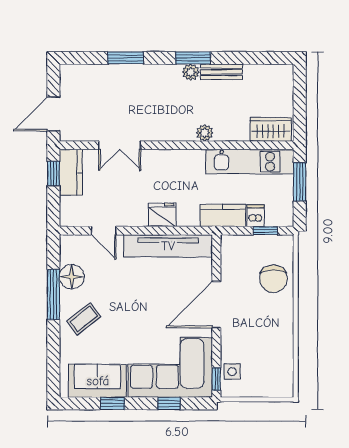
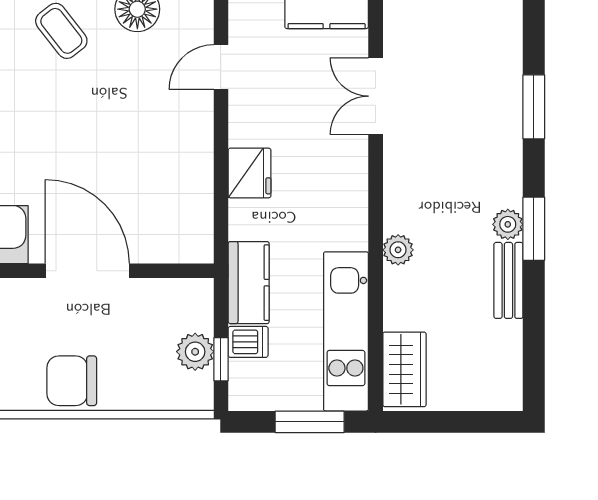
plant: (261, 245) -> (195, 352), added
tv unit: (168, 246) -> (193, 184), removed
chair: (273, 279) -> (72, 381), moved

